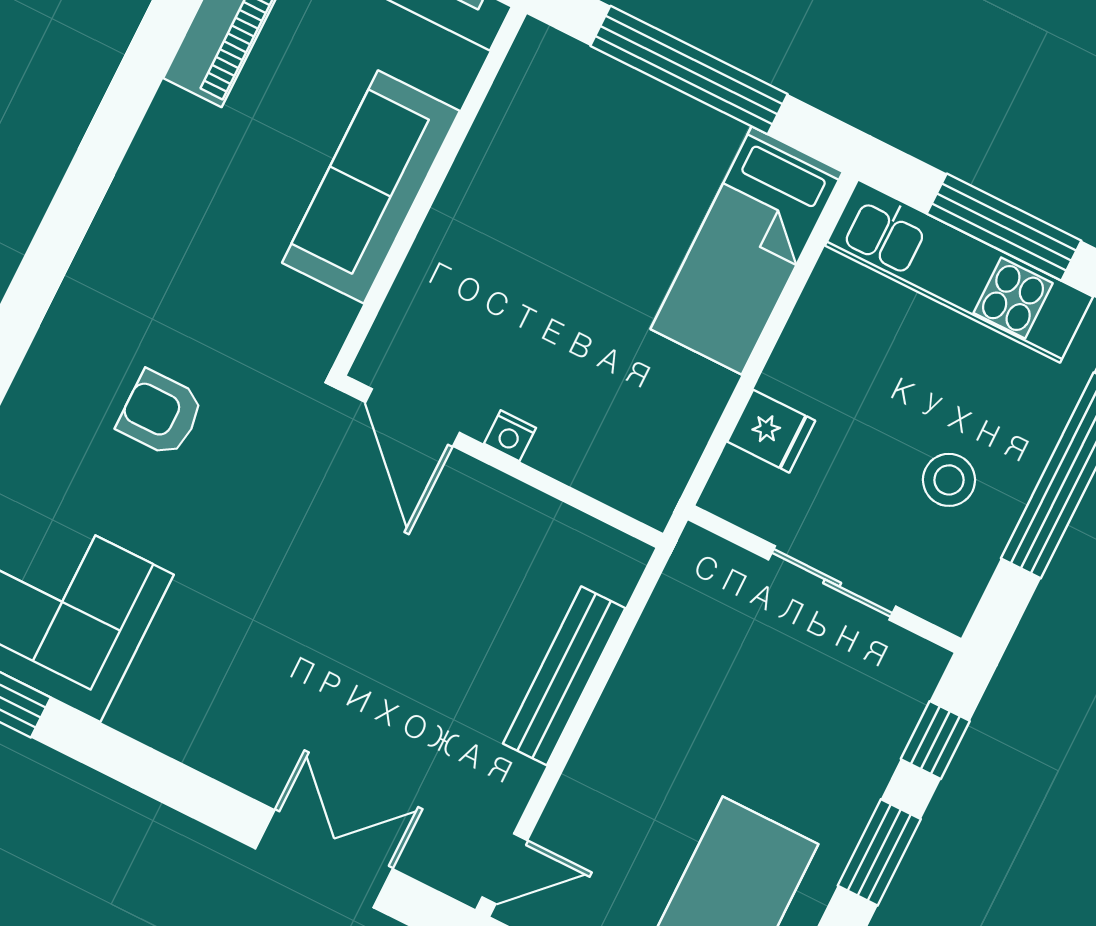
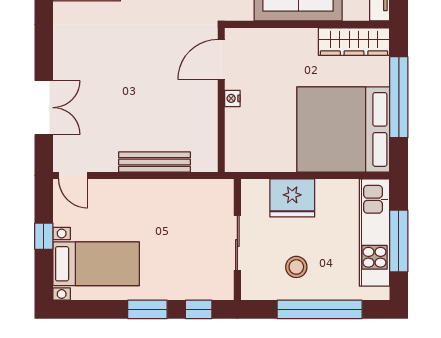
wardrobe: (518, 107) -> (354, 42), added
bed: (747, 250) -> (343, 129), width x2.04
fridge: (771, 431) -> (292, 198), width x1.88, depth x1.34

